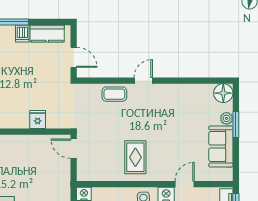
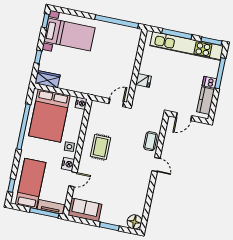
plant: (227, 118) -> (115, 220), removed
sofa: (221, 146) -> (85, 210), moved
rug: (135, 157) -> (100, 147), turned 90
door: (185, 184) -> (73, 179), hinge flipped

